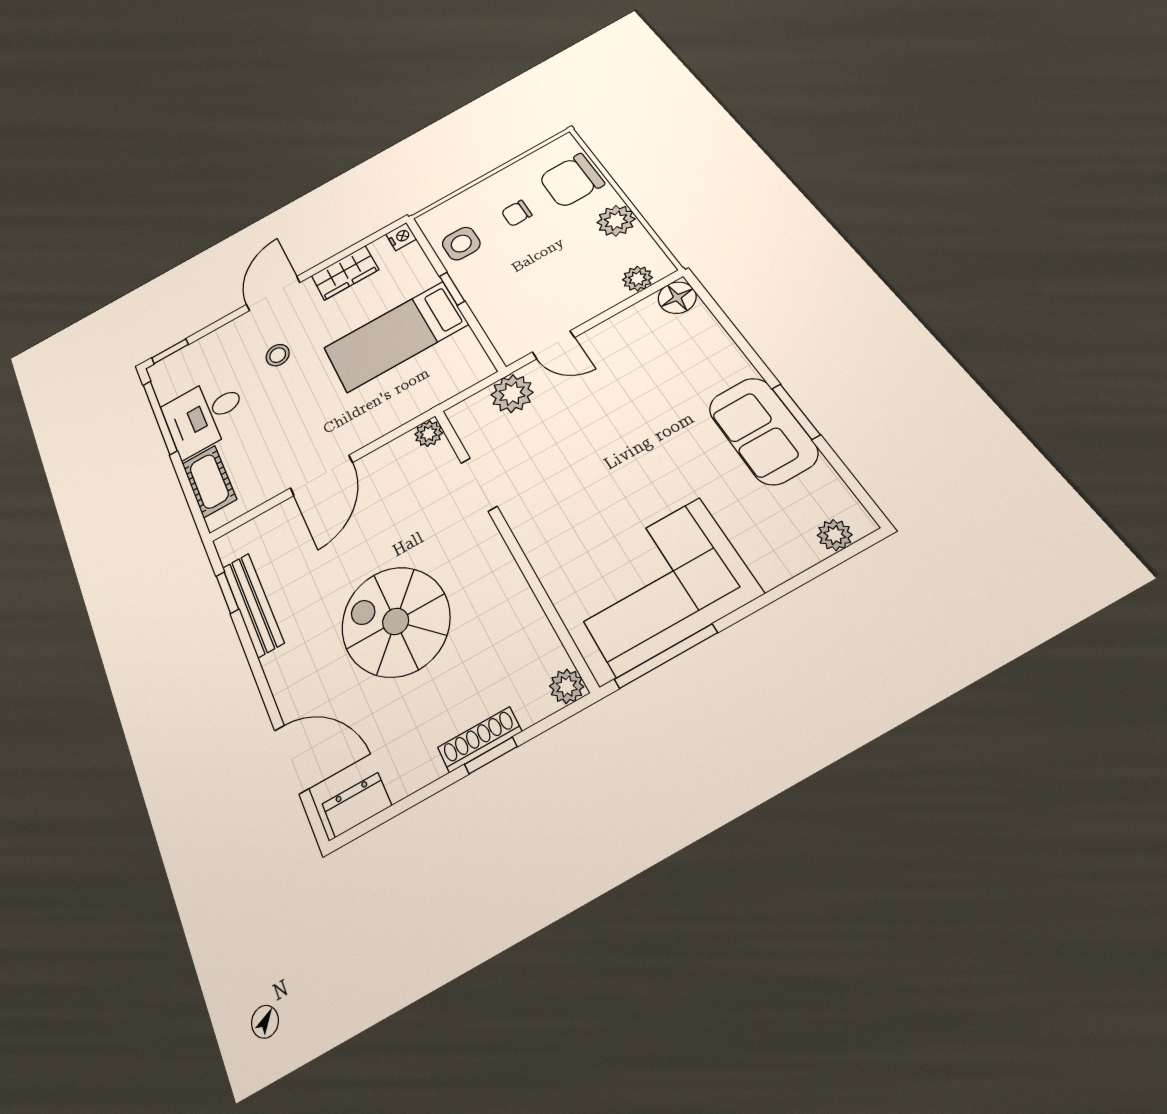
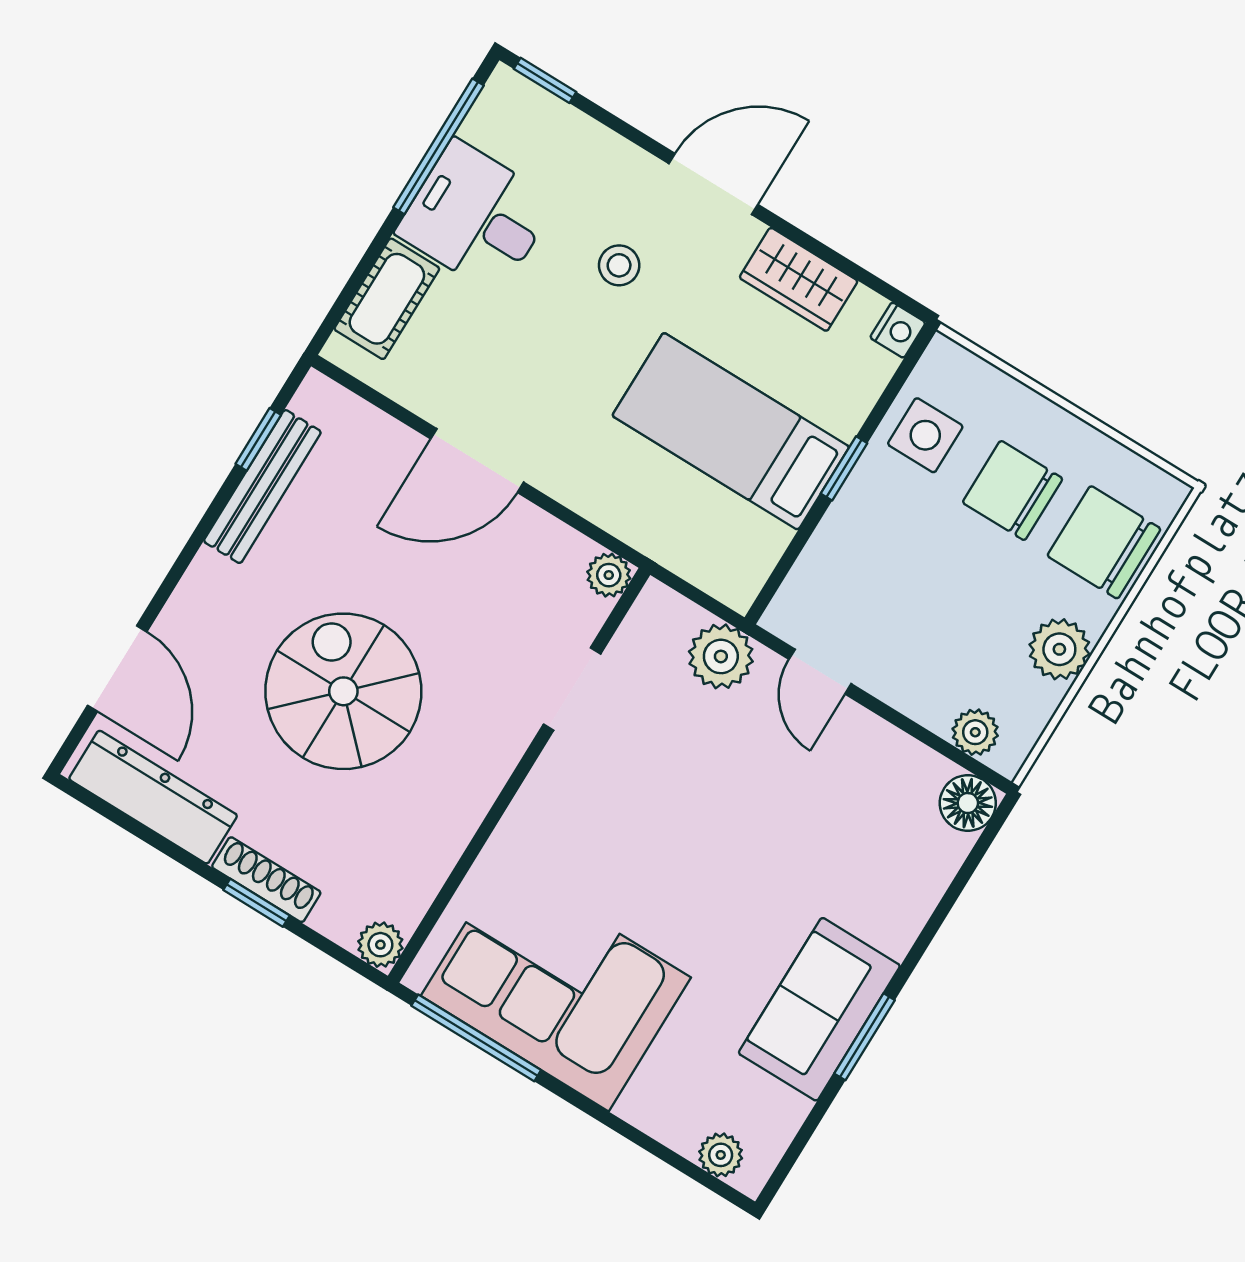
chair: (517, 213) -> (1013, 490), width x1.87, depth x1.87
dresser: (357, 805) -> (153, 797), width x1.96, depth x1.24

